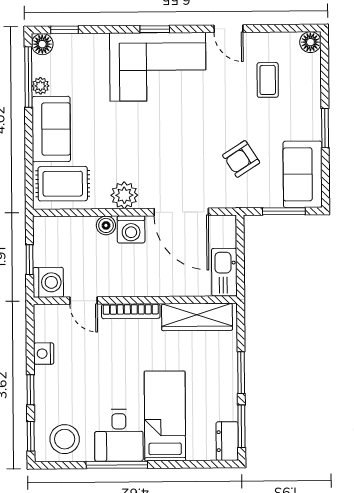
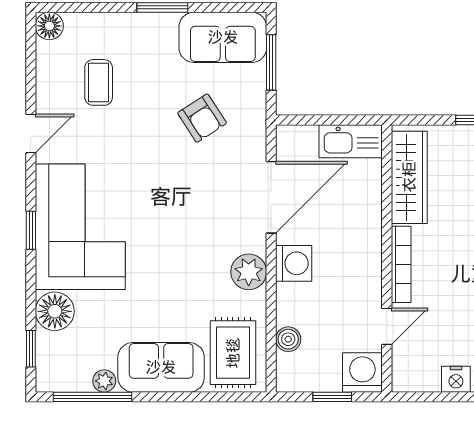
floor lamp: (42, 44) -> (55, 311), moved, width x1.38, depth x1.38
coffee table: (268, 80) -> (99, 82), turned 90
boiler: (106, 225) -> (288, 339), moved

